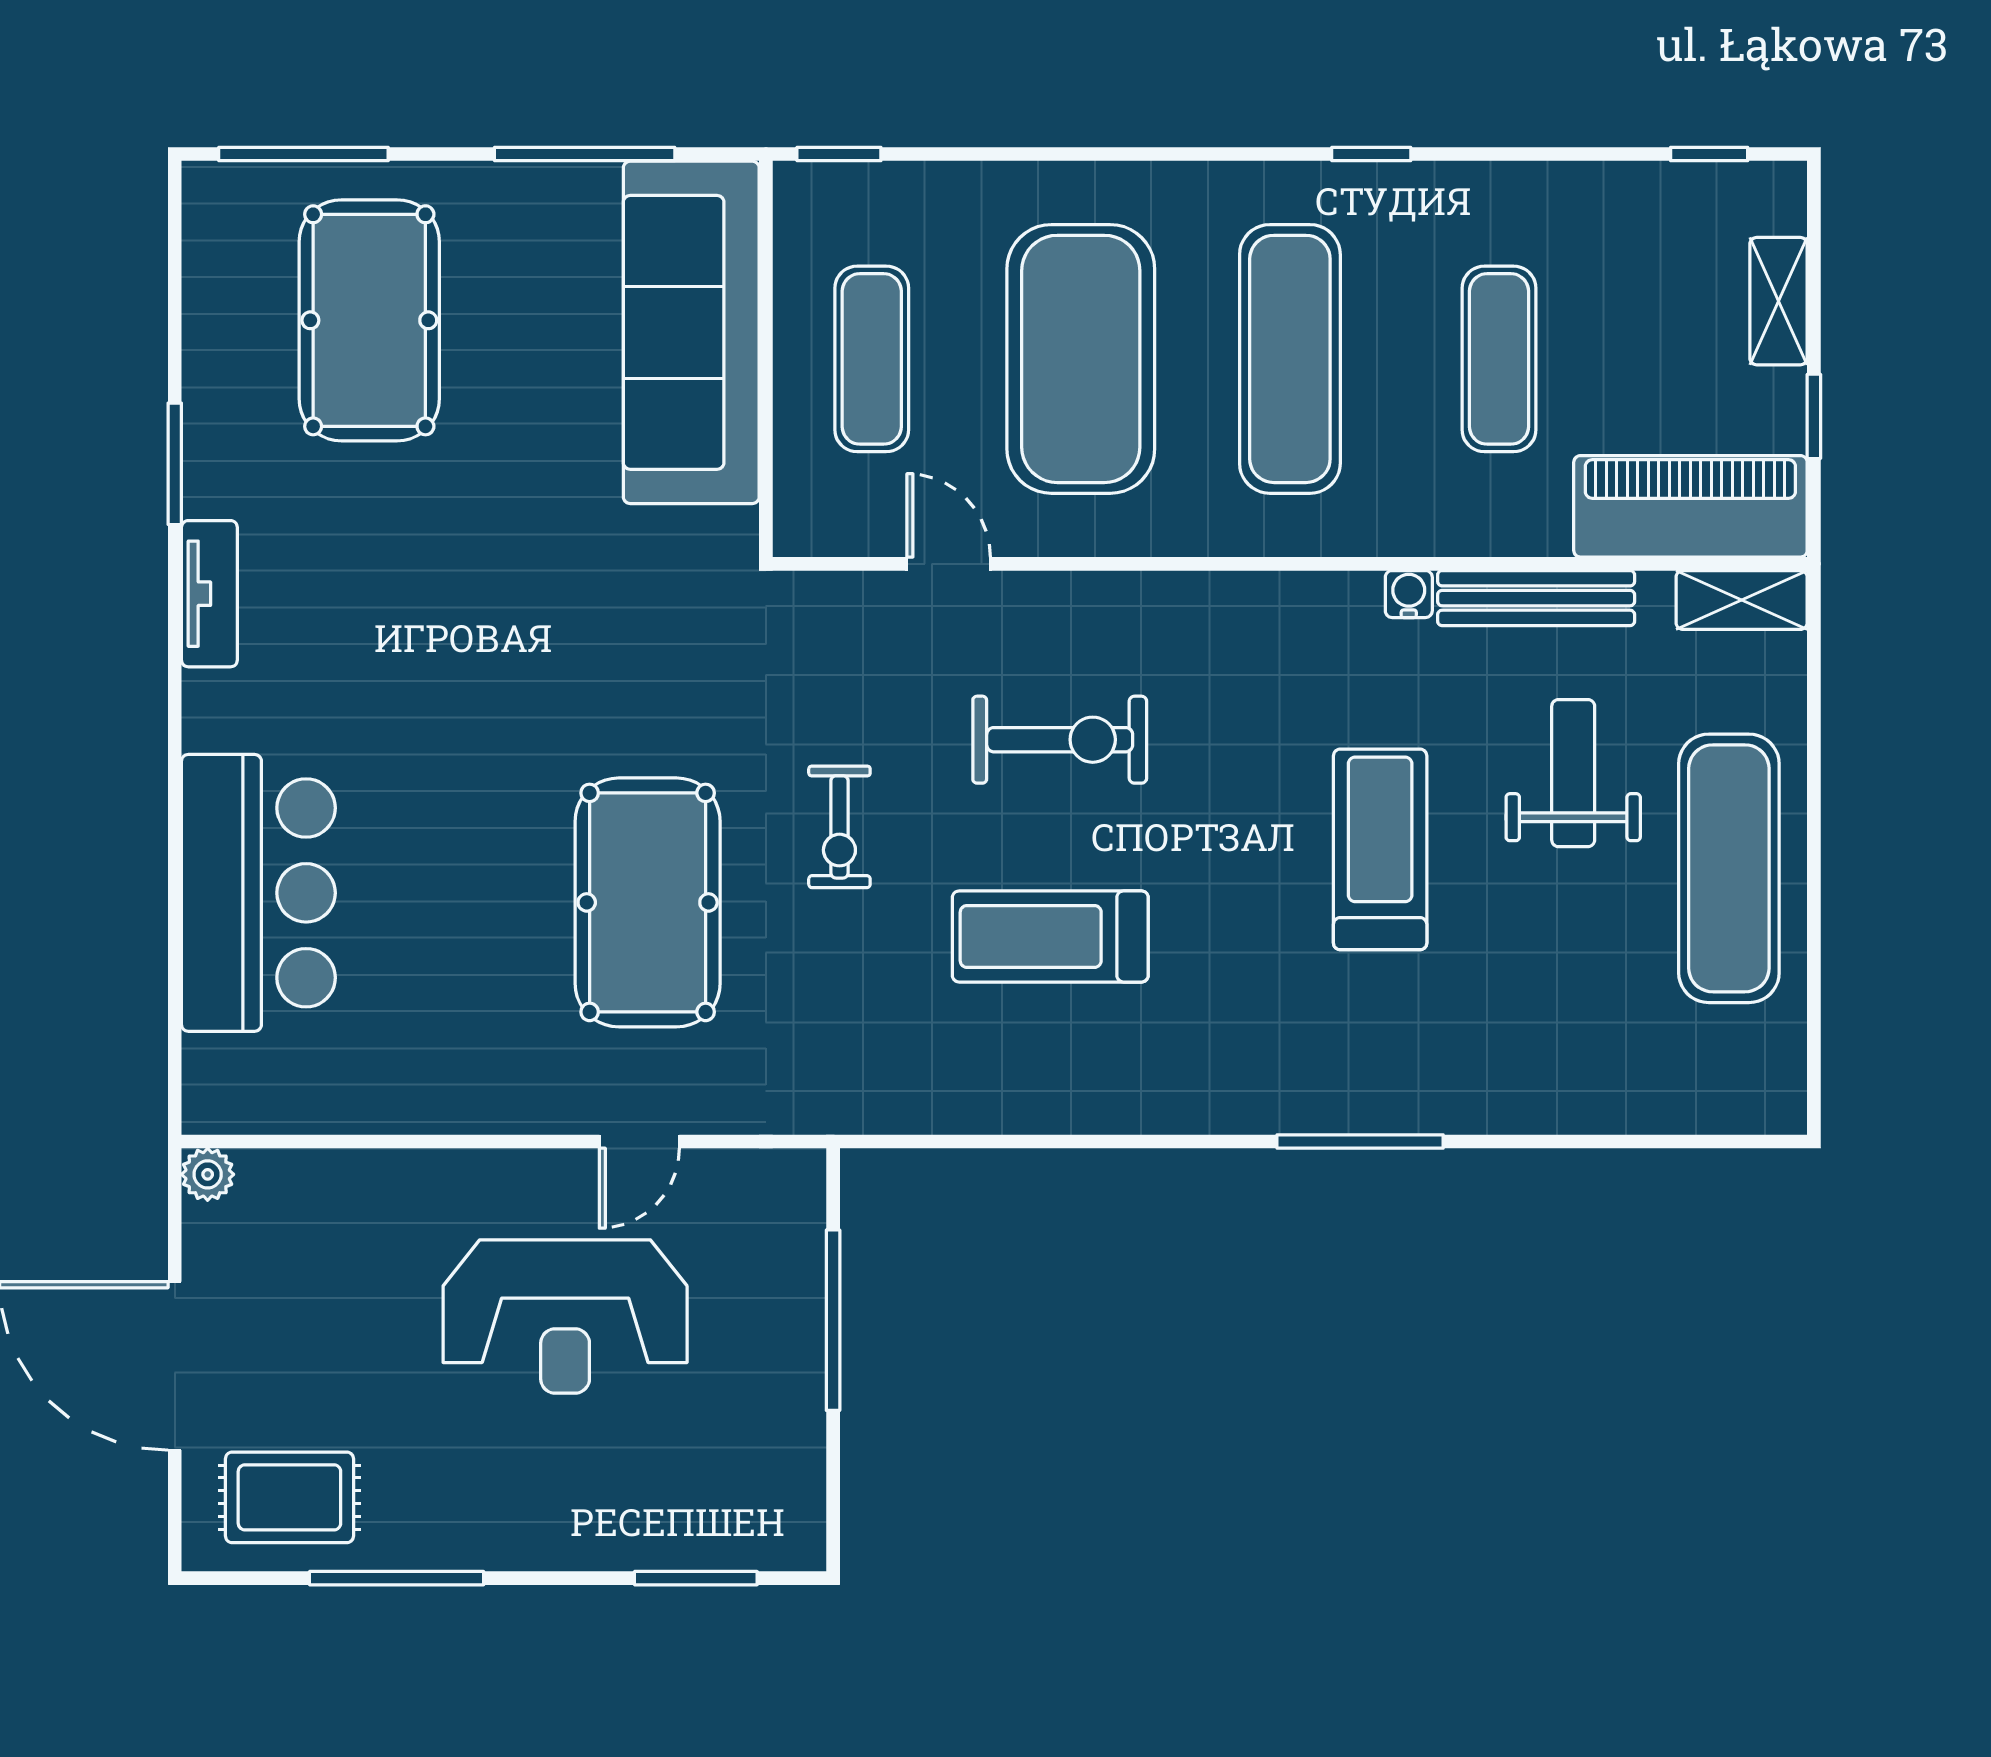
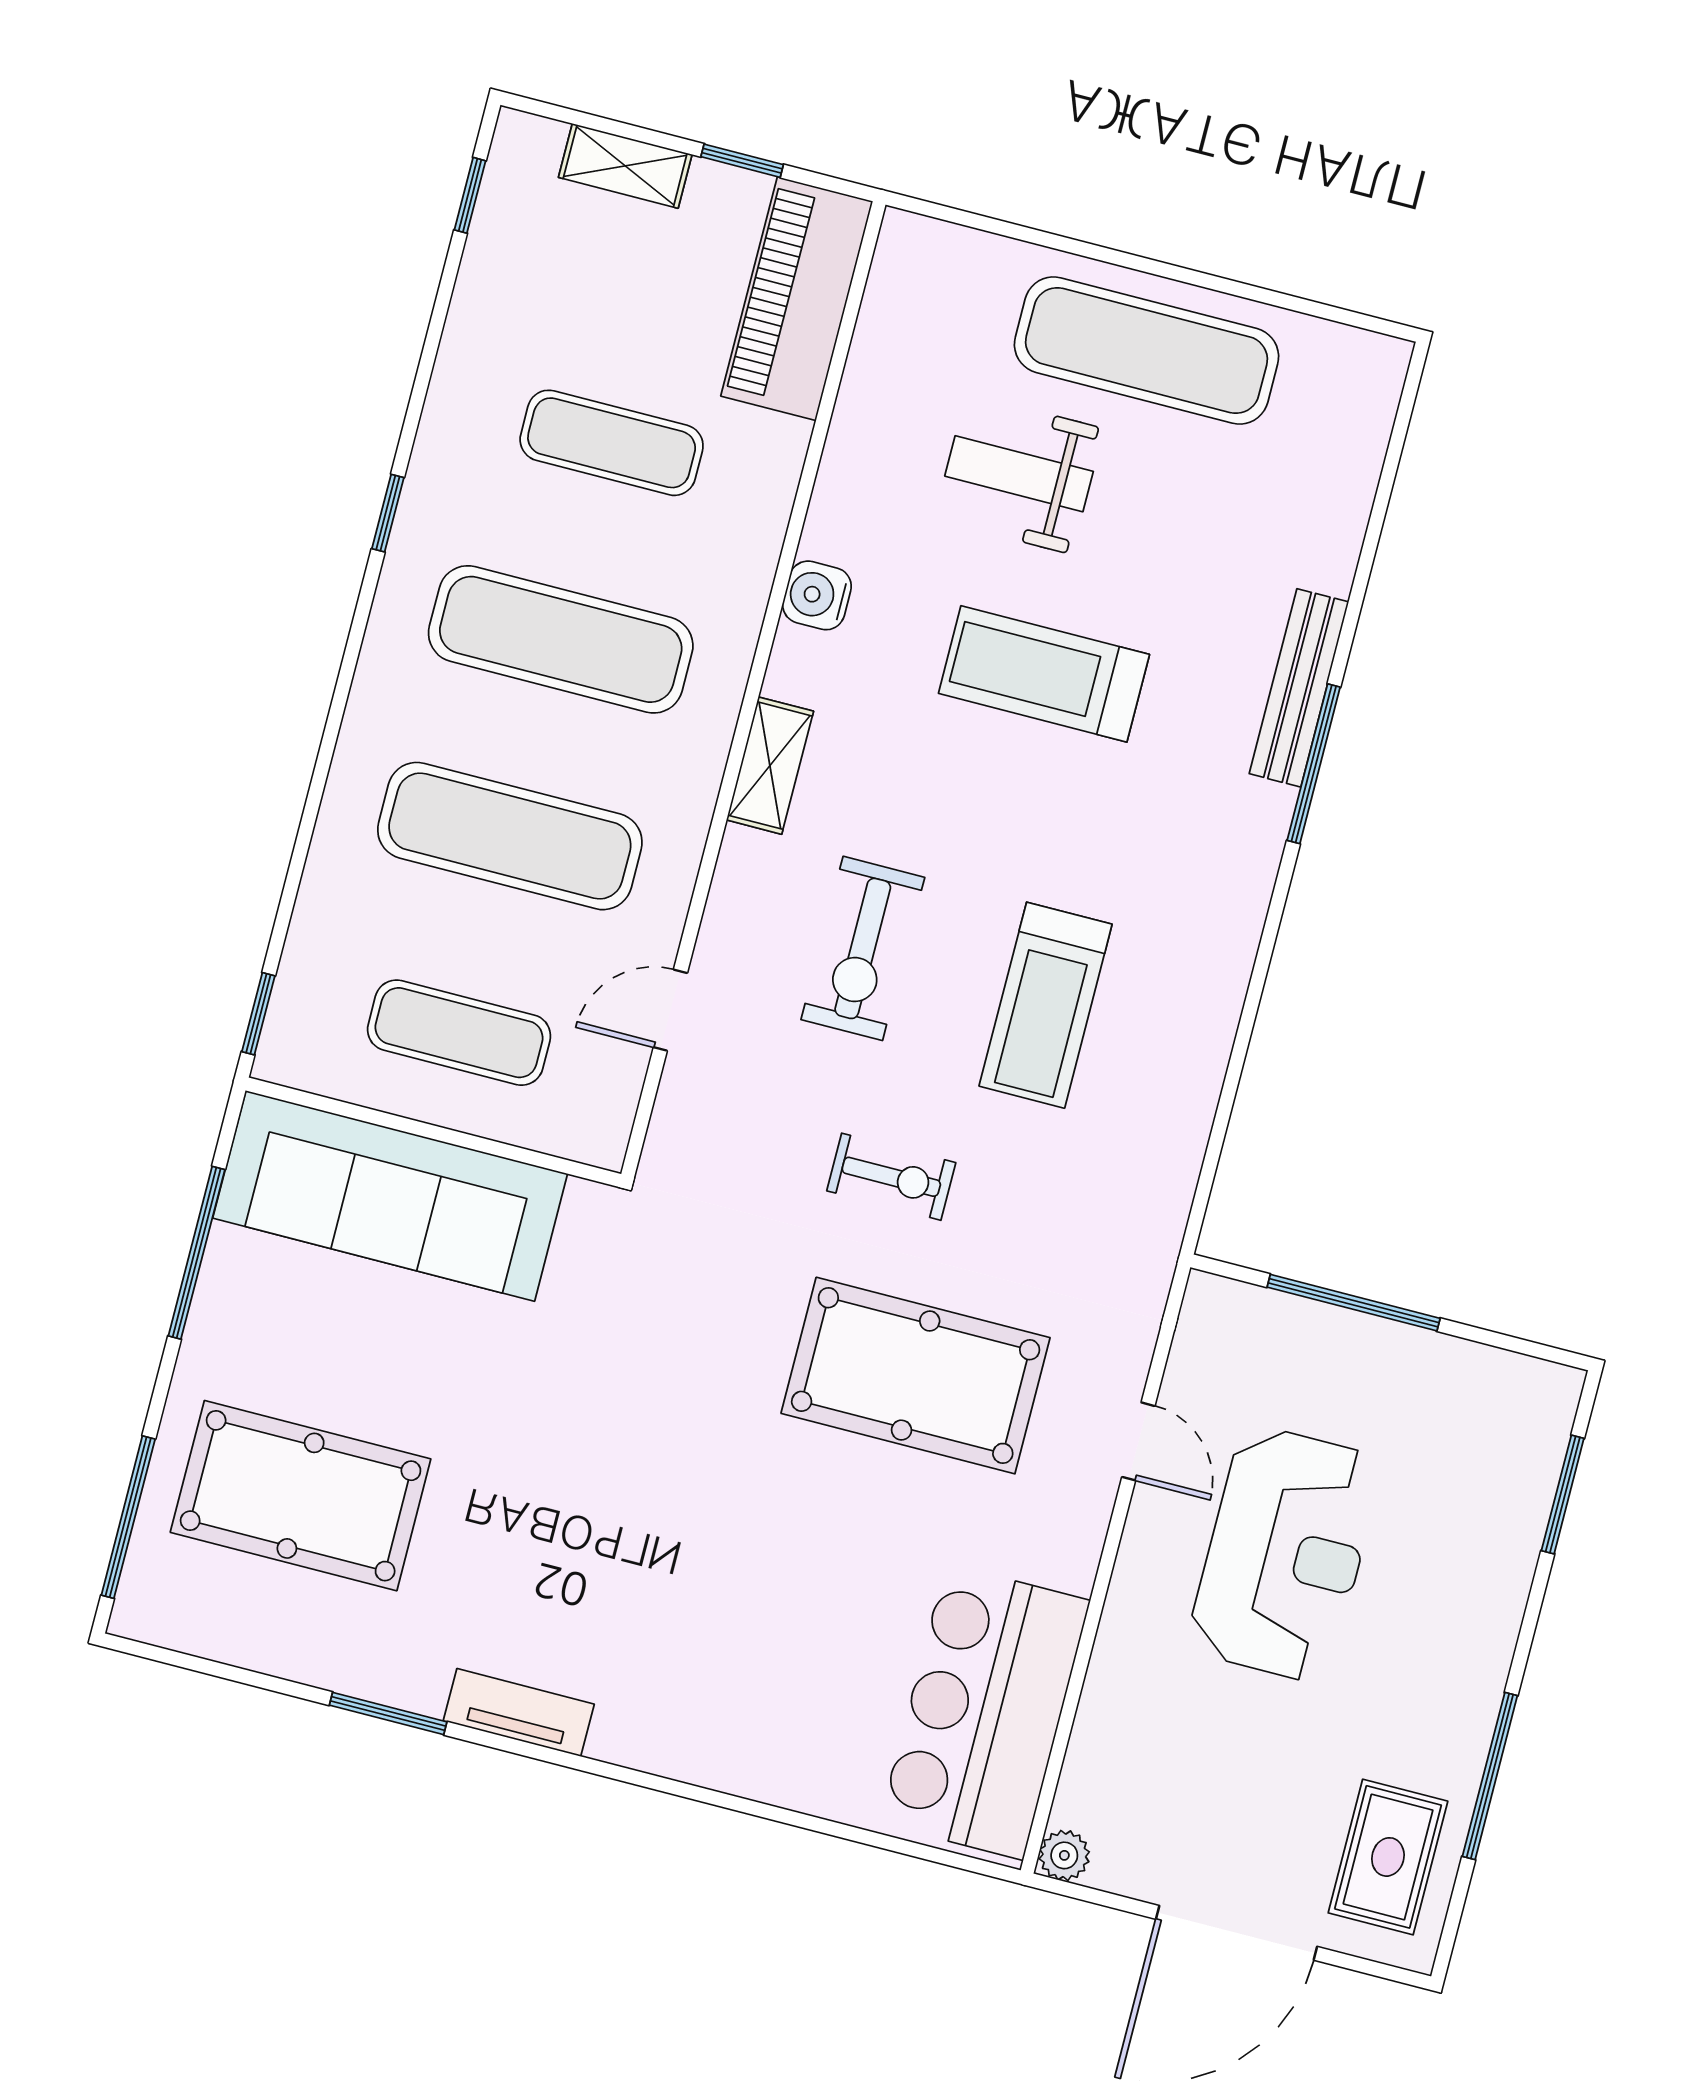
exercise mat: (1081, 359) -> (510, 836), width x0.68
water cooler: (1409, 594) -> (817, 595), width x1.38, depth x1.38
bench: (1536, 598) -> (1299, 688), moved
shelving: (1742, 600) -> (770, 766), moved
exercise bike: (1060, 740) -> (863, 948), turned 180
bar counter: (258, 893) -> (985, 1712), moved, turned -90

